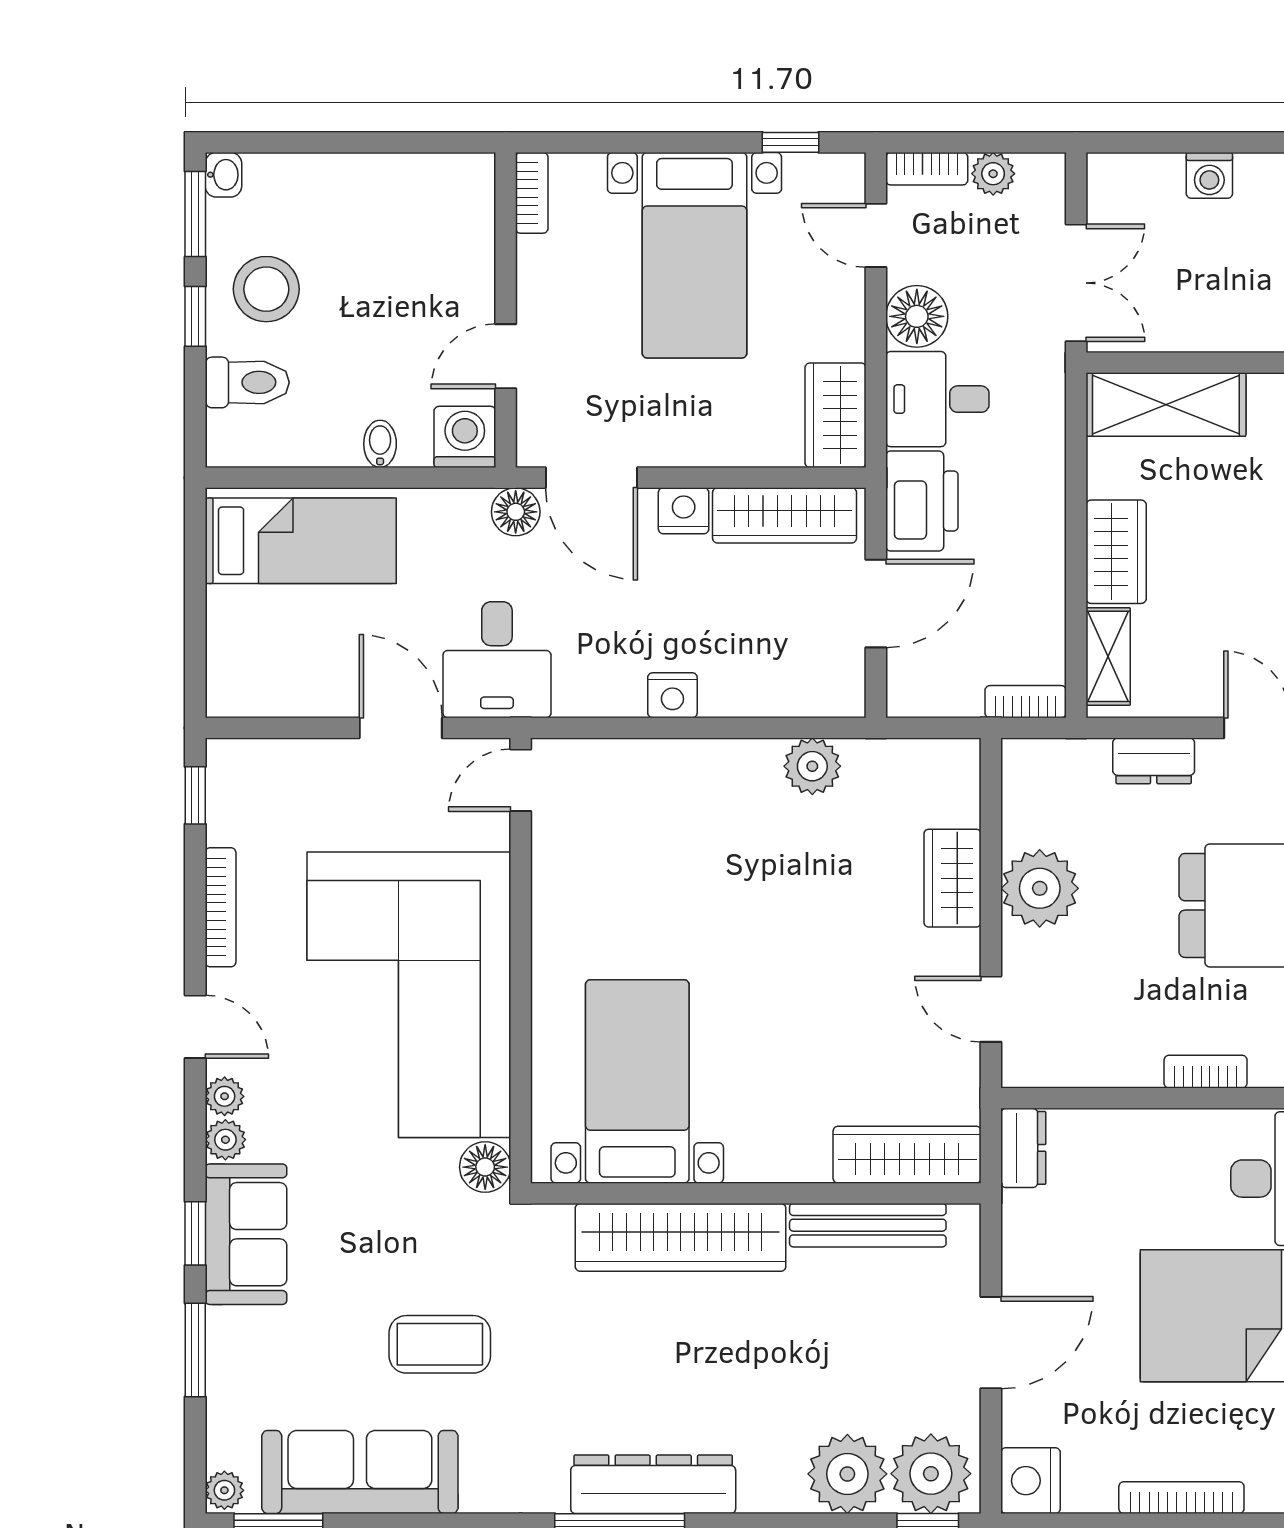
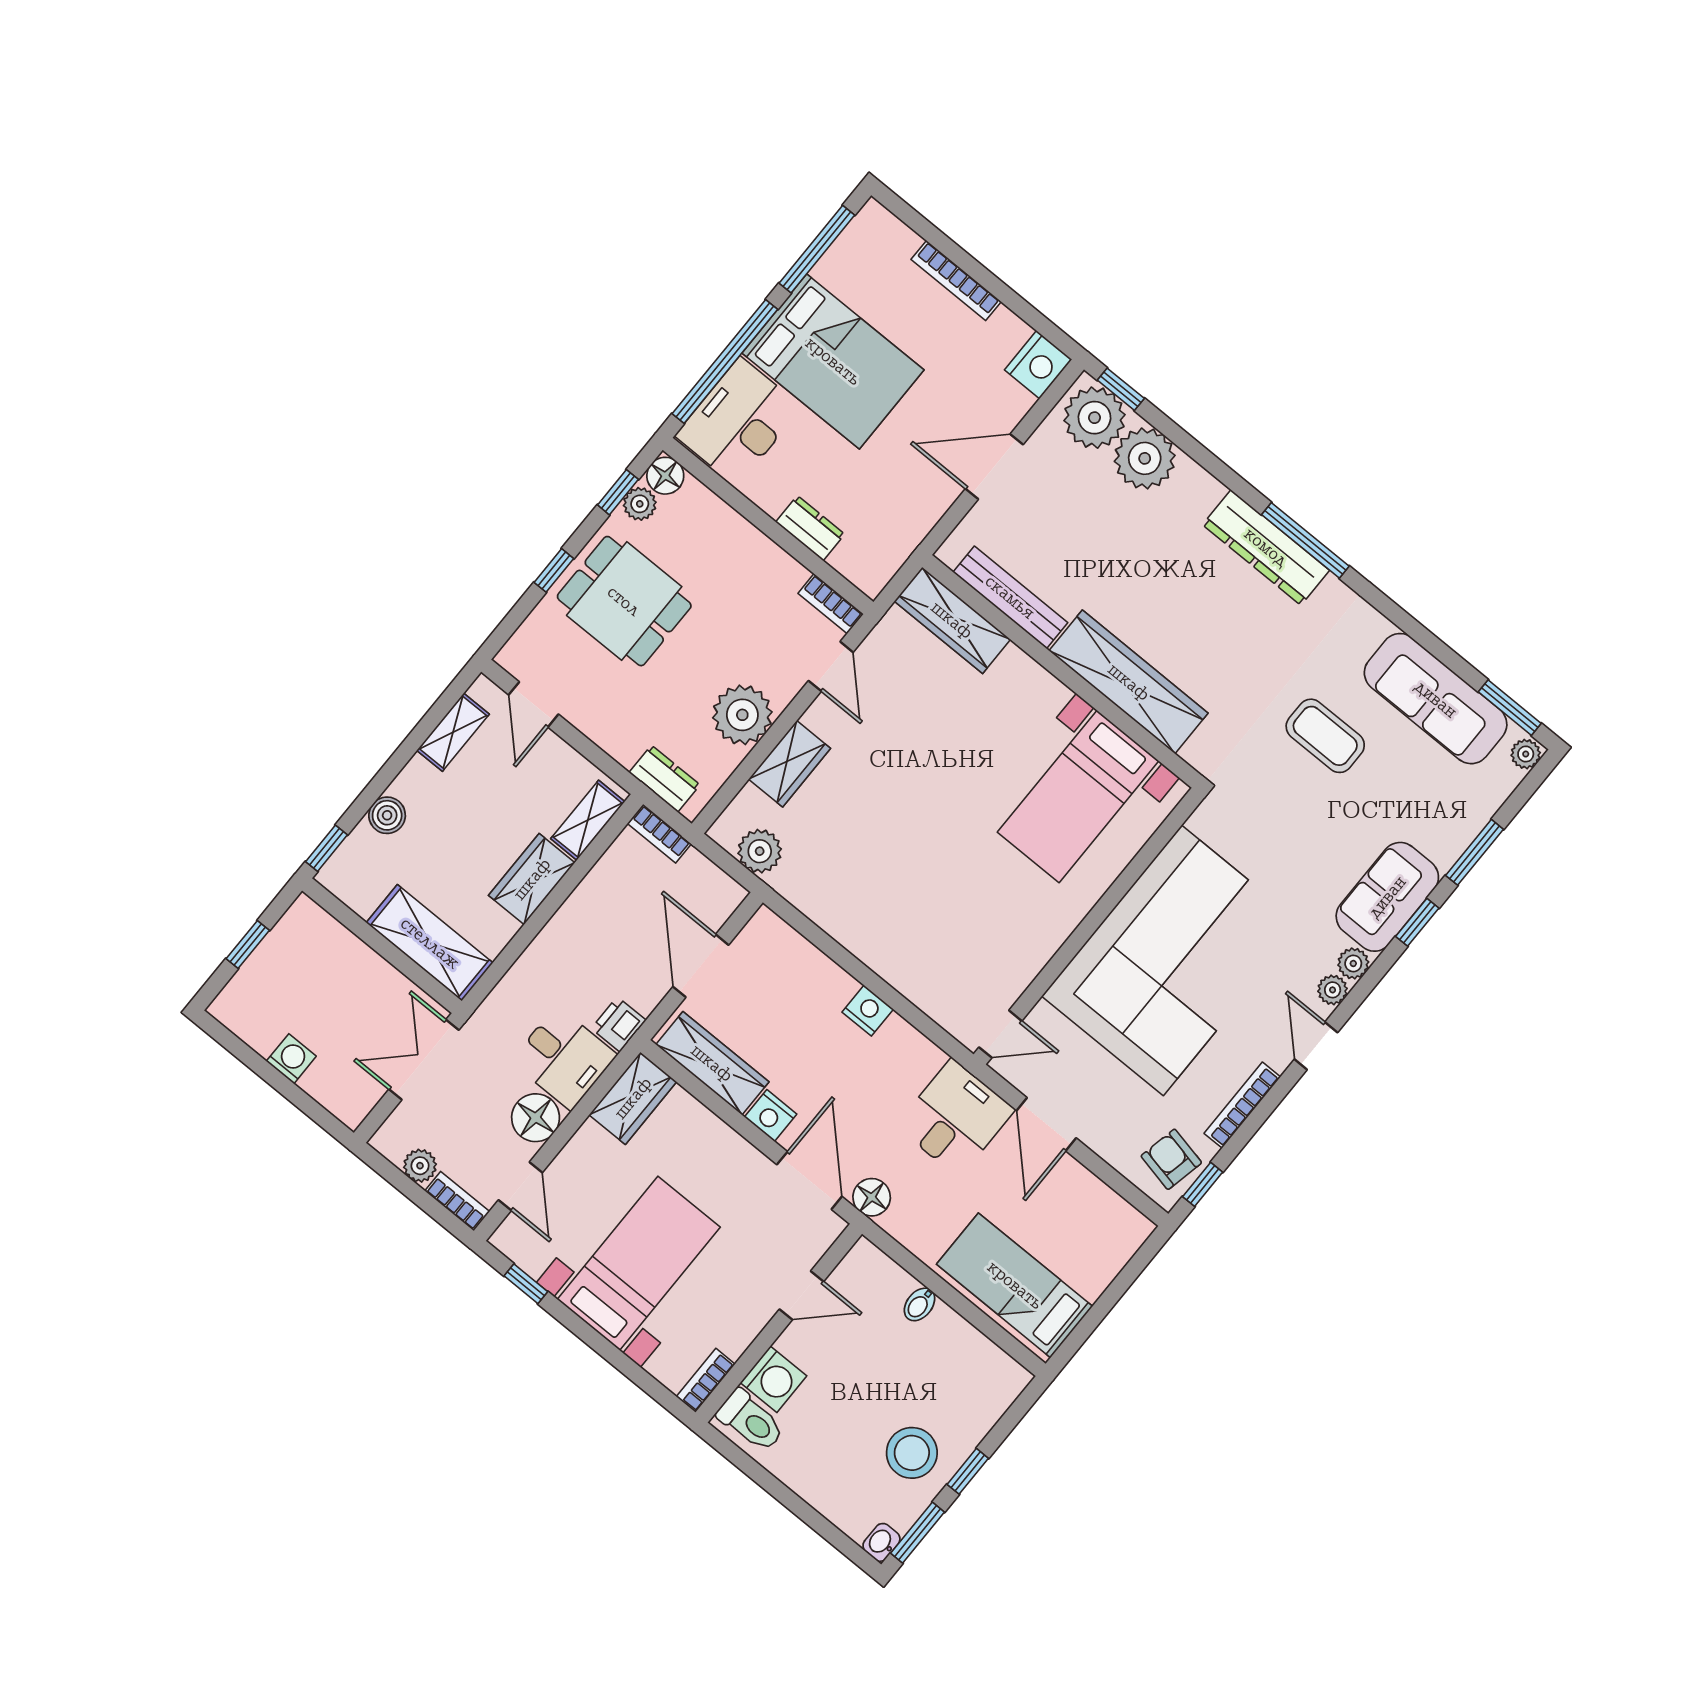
toilet: (247, 382) -> (751, 1421), moved, turned 180
washing machine: (465, 437) -> (774, 1379), moved, turned -90
printer: (922, 501) -> (619, 1024), width x0.53, depth x0.68
door: (876, 603) -> (701, 966), hinge flipped
dresser: (1154, 761) -> (665, 779), moved
plant: (812, 766) -> (760, 851), moved
armchair: (247, 795) -> (1171, 1159), added
bookcase: (1206, 1072) -> (831, 604), moved
dresser: (1023, 1148) -> (810, 528), moved, turned 90
floor lamp: (485, 1167) -> (1211, 820), removed

